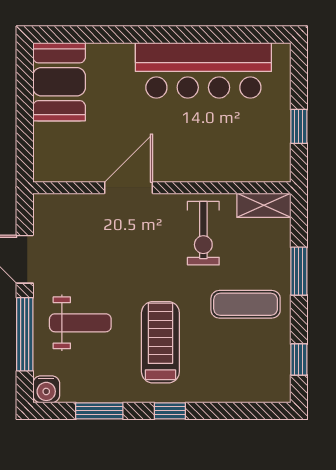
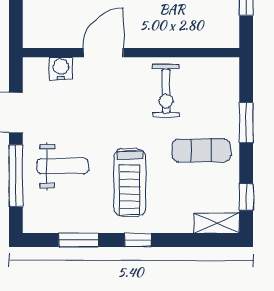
shelving: (264, 205) -> (217, 223), moved
treadmill: (160, 342) -> (130, 182), turned 180
water cooler: (46, 389) -> (61, 68), moved, turned 180

